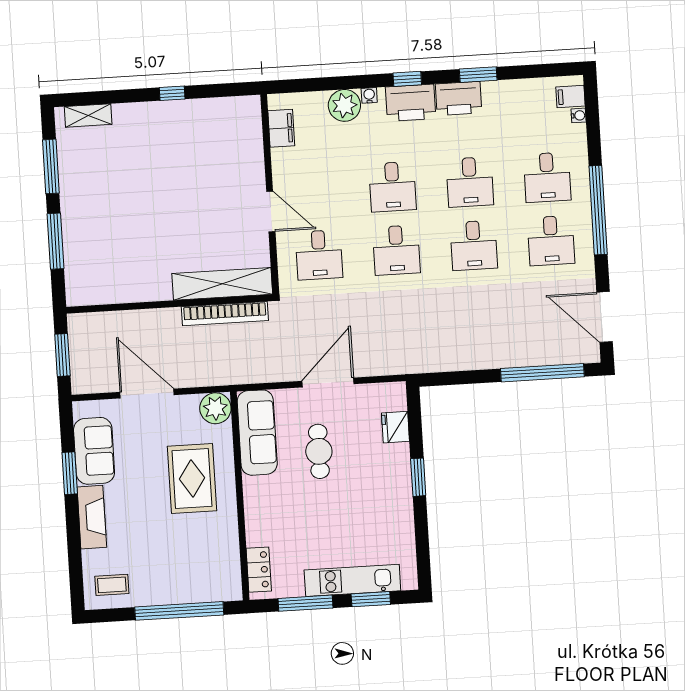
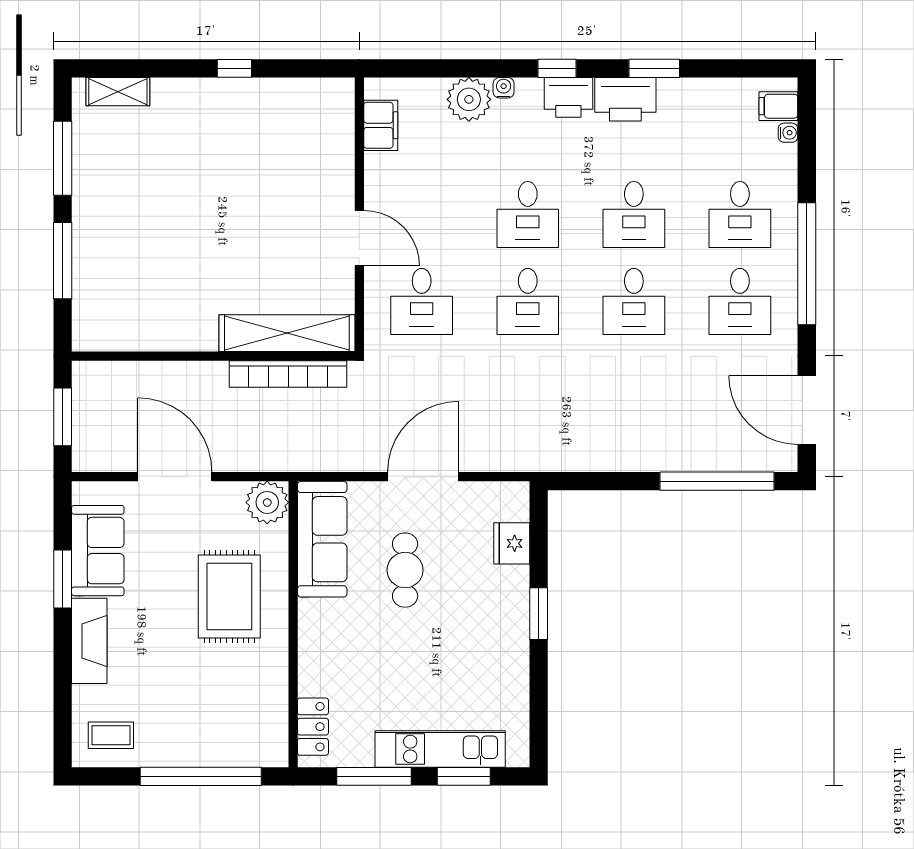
printer: (411, 103) -> (568, 97), width x0.73, depth x0.84

